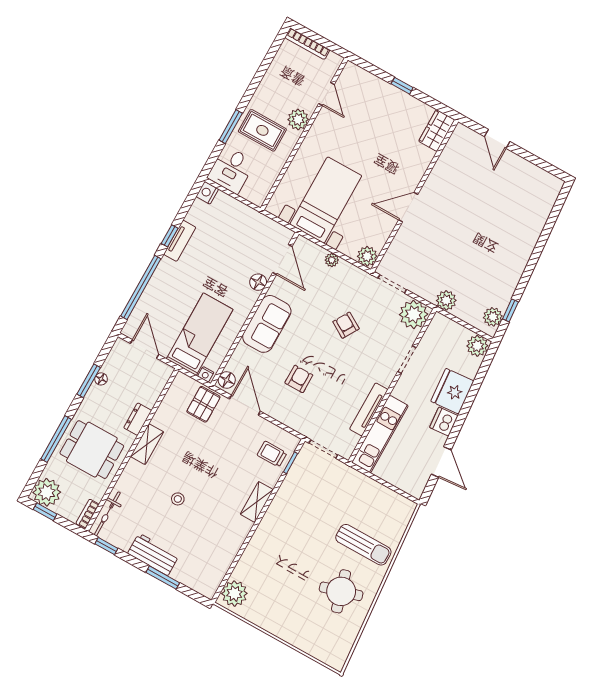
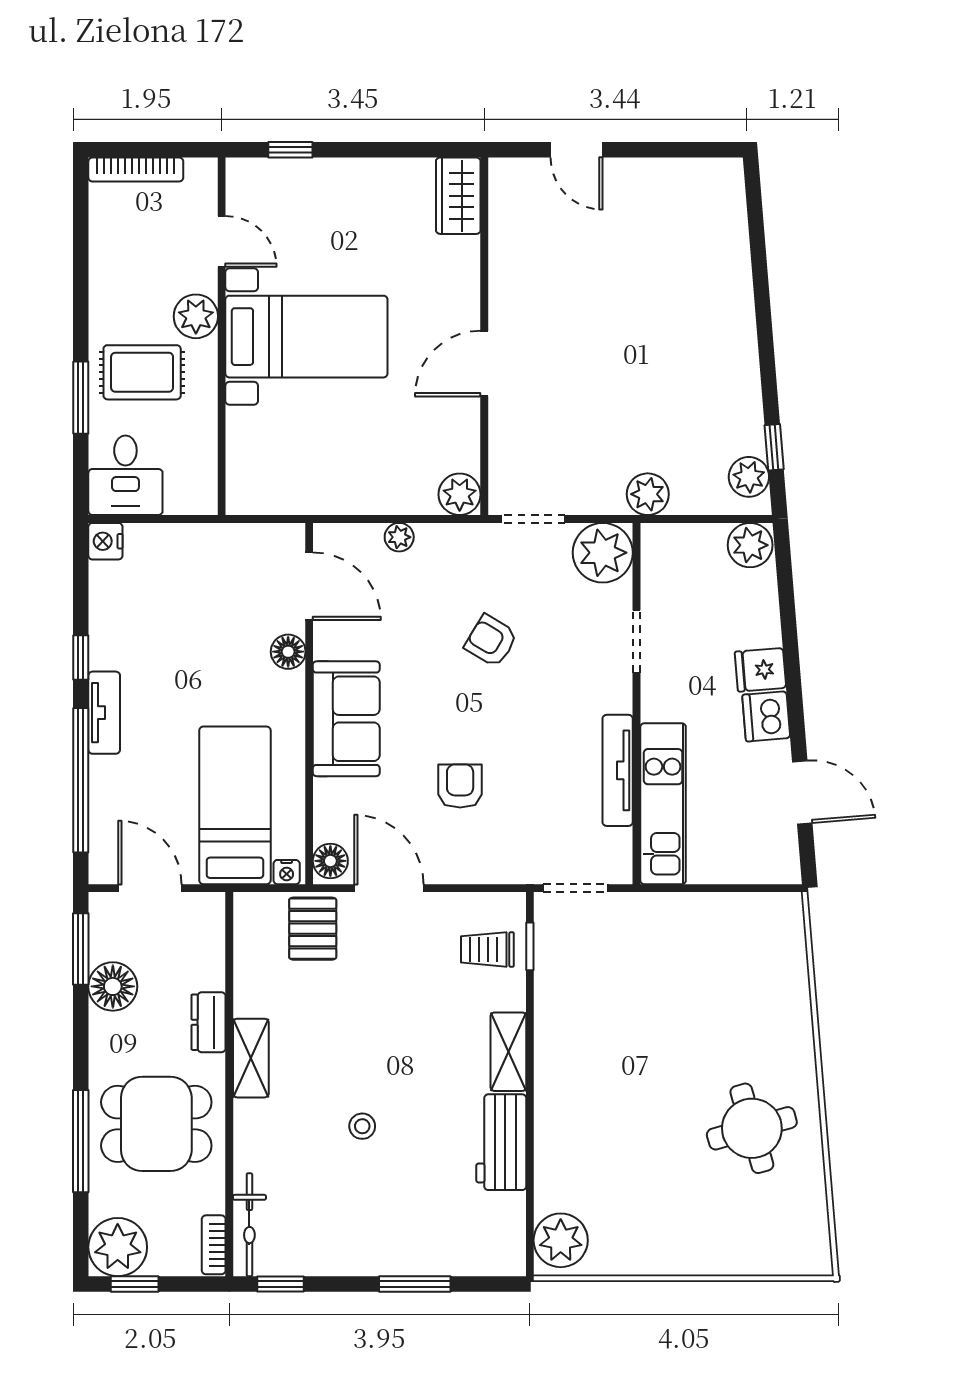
window: (402, 86) -> (290, 150), moved
bed with nightstands: (326, 200) -> (306, 337), moved, turned 90
tv unit: (180, 241) -> (104, 713), moved
floor lamp: (101, 379) -> (113, 986), width x1.89, depth x1.89
window: (89, 381) -> (81, 949), moved
fridge: (452, 391) -> (760, 670), width x0.53, depth x0.75
sun lounger: (363, 545) -> (745, 1021), removed
workbench: (153, 554) -> (501, 1142), moved, turned -90

